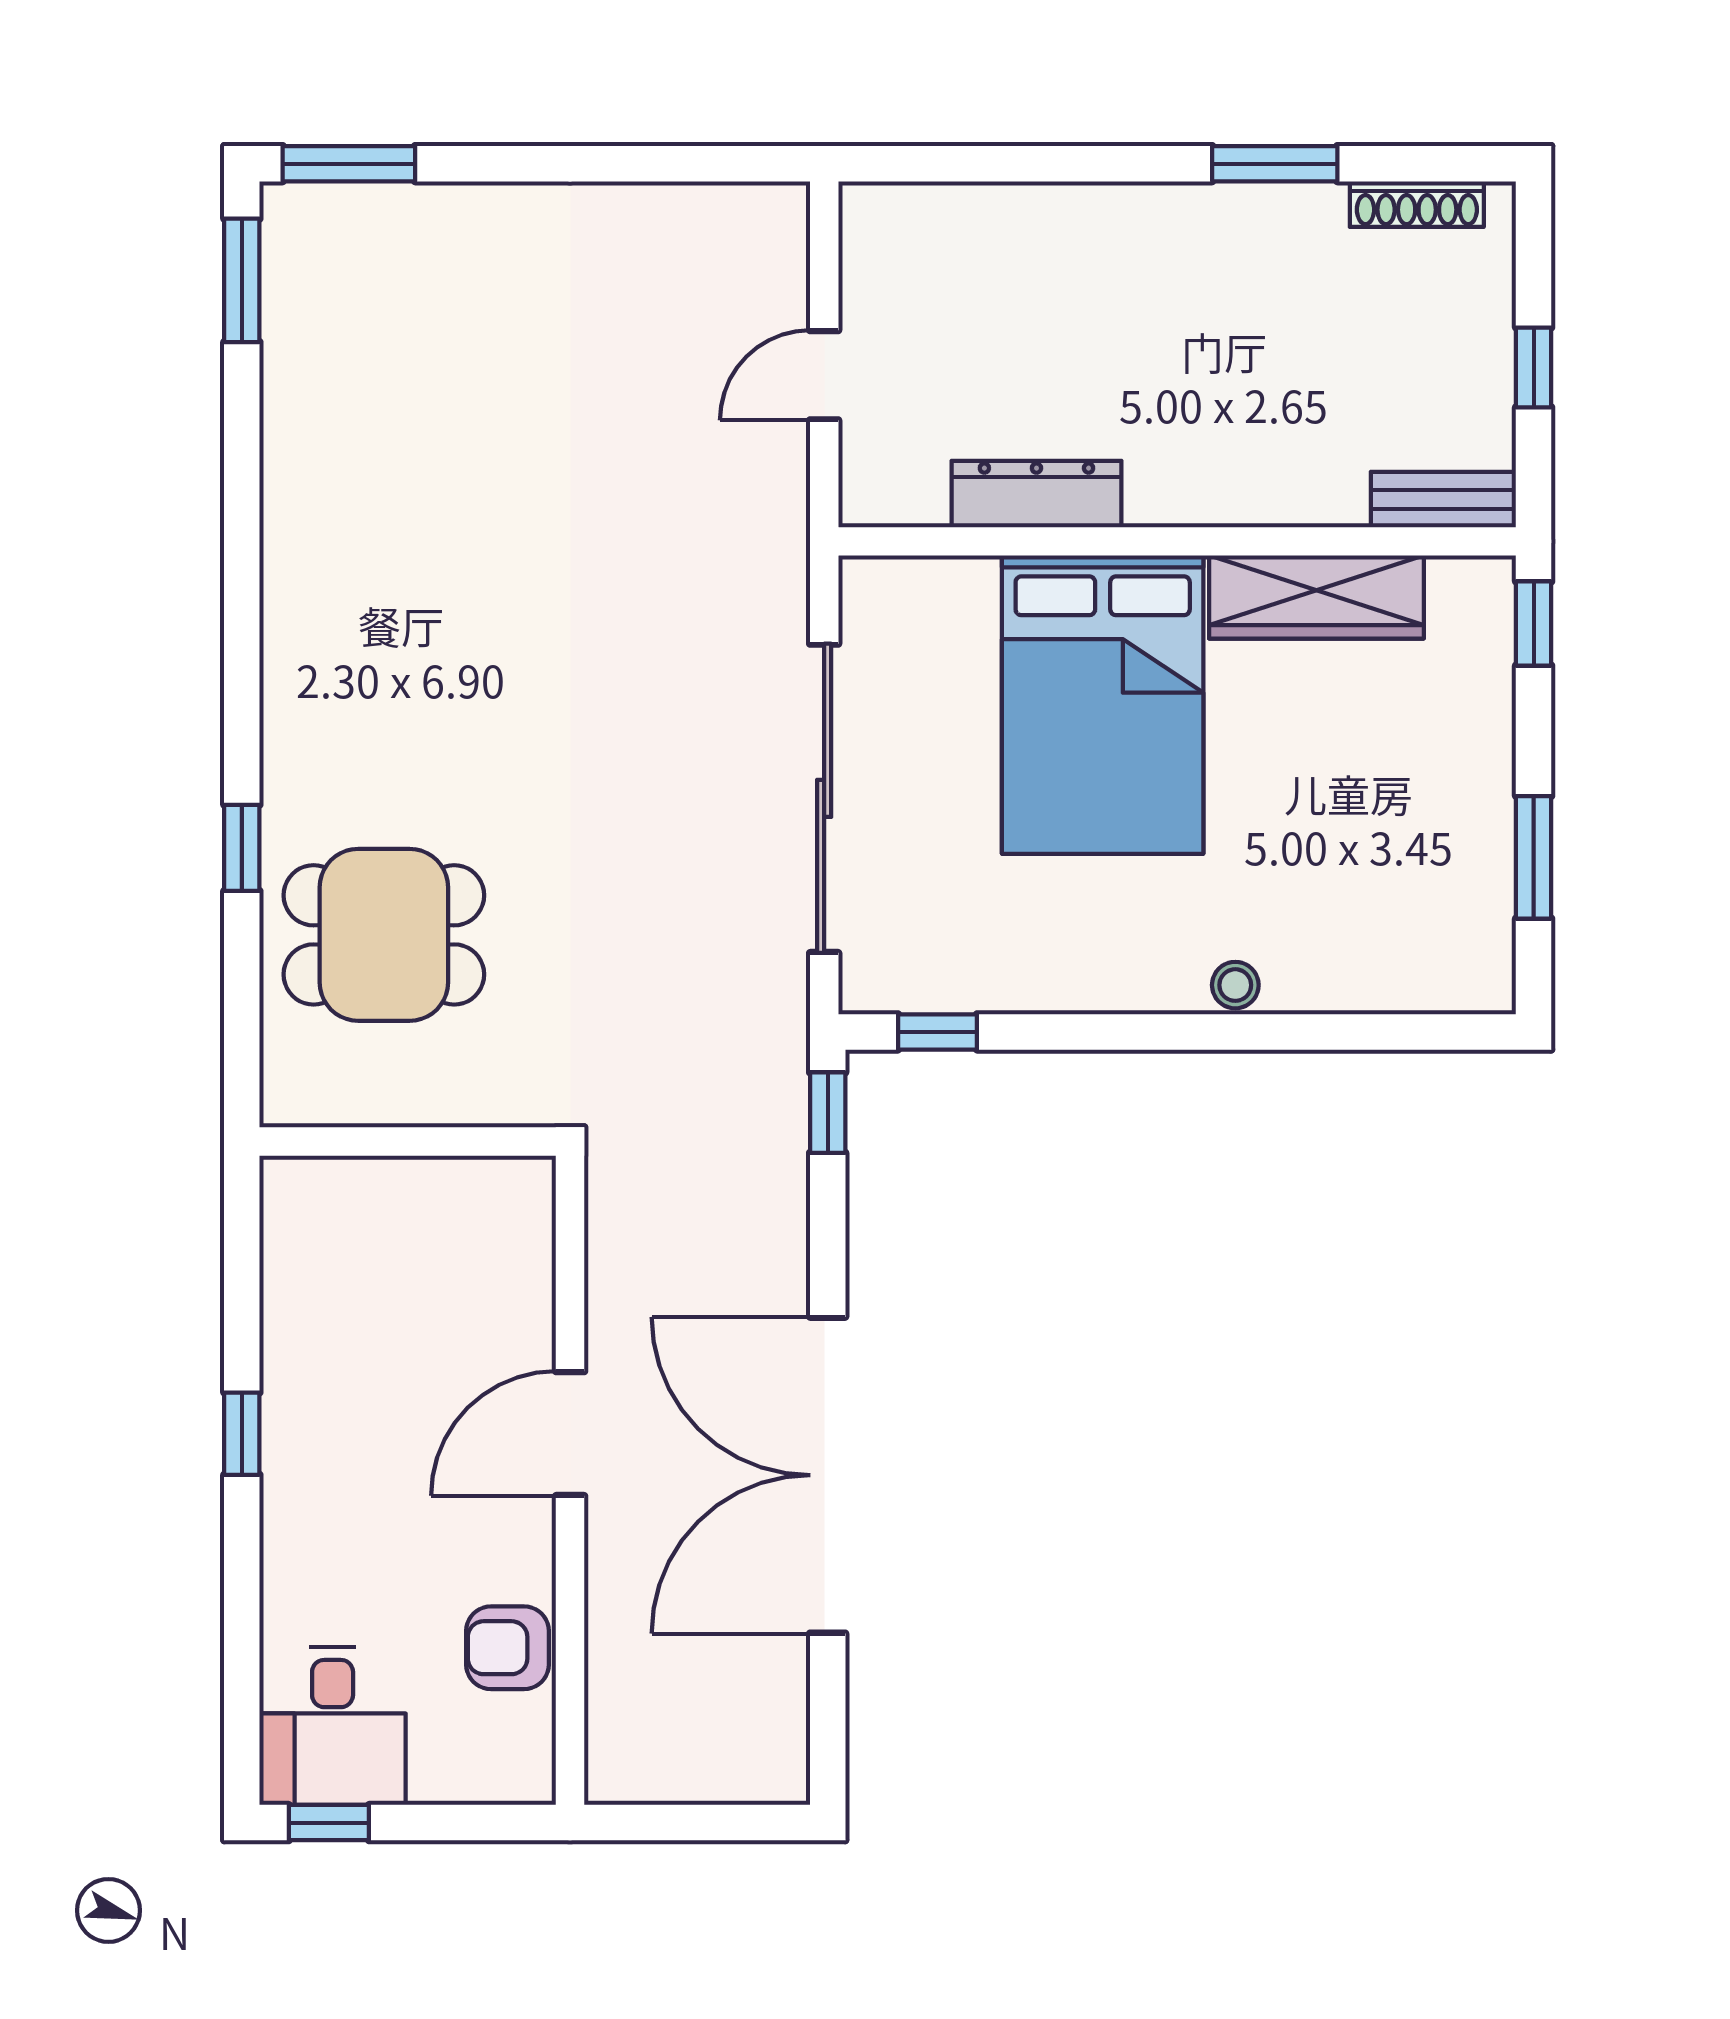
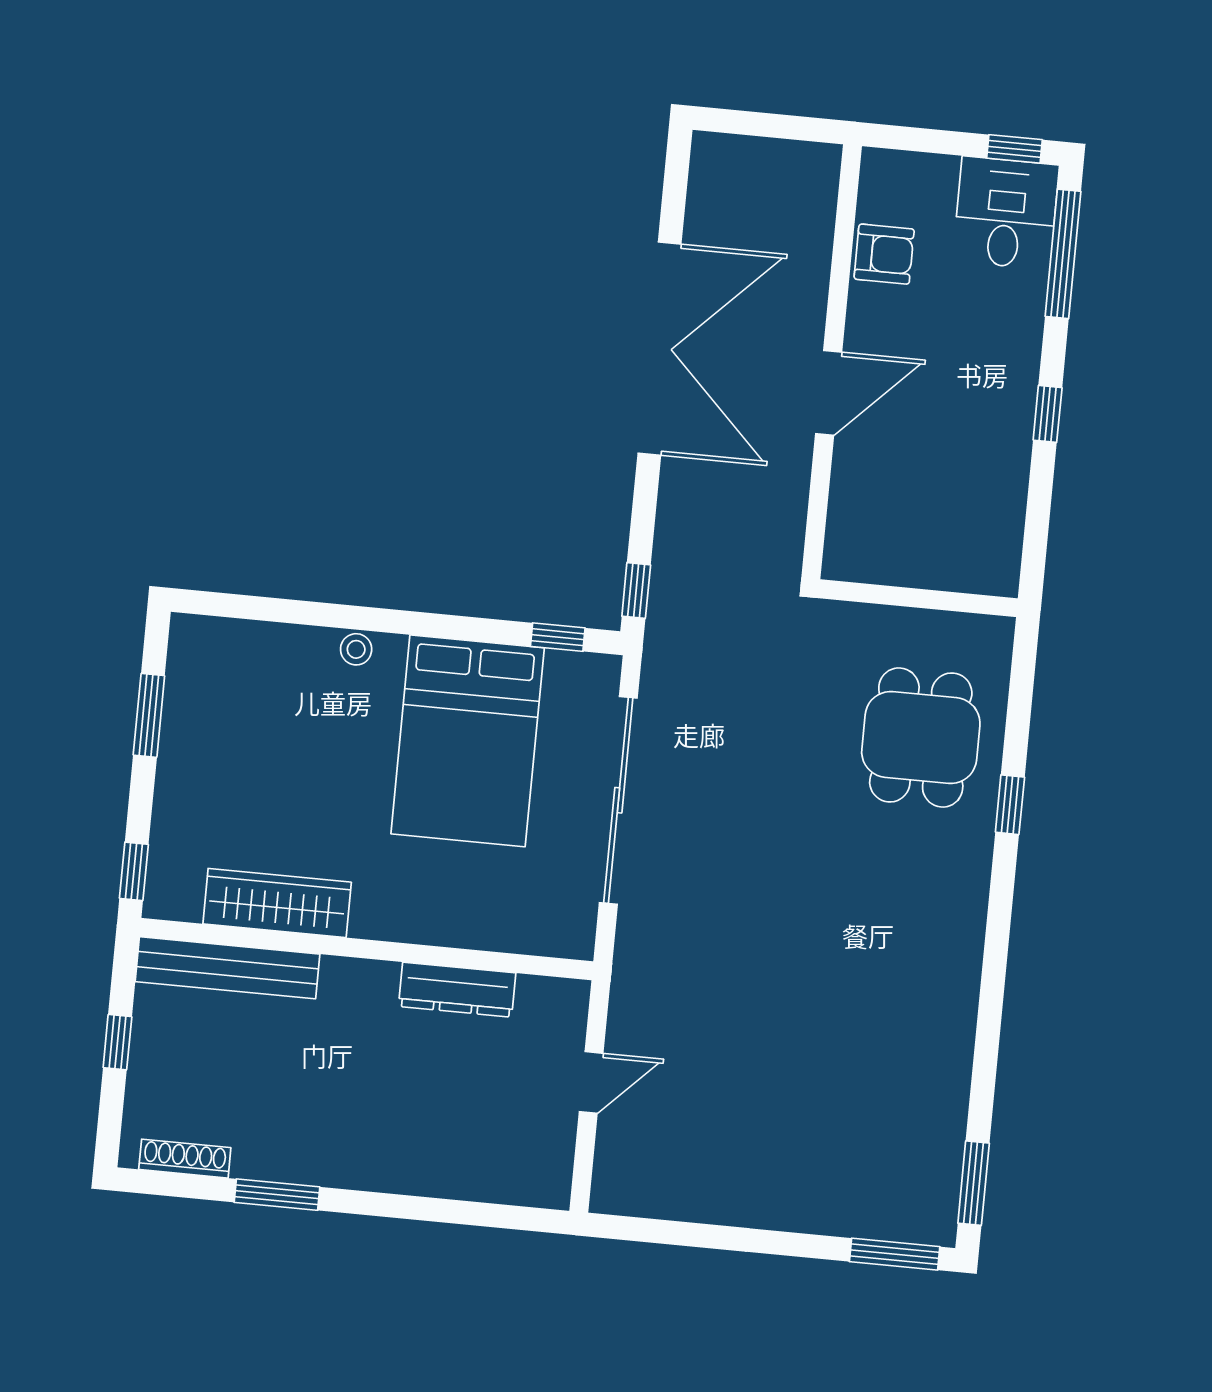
bench: (1443, 500) -> (228, 968), width x1.86, depth x1.21
bed: (1103, 705) -> (468, 741), moved, turned 180
dining table: (384, 935) -> (921, 737), turned 90
window: (242, 1674) -> (1063, 254), added

